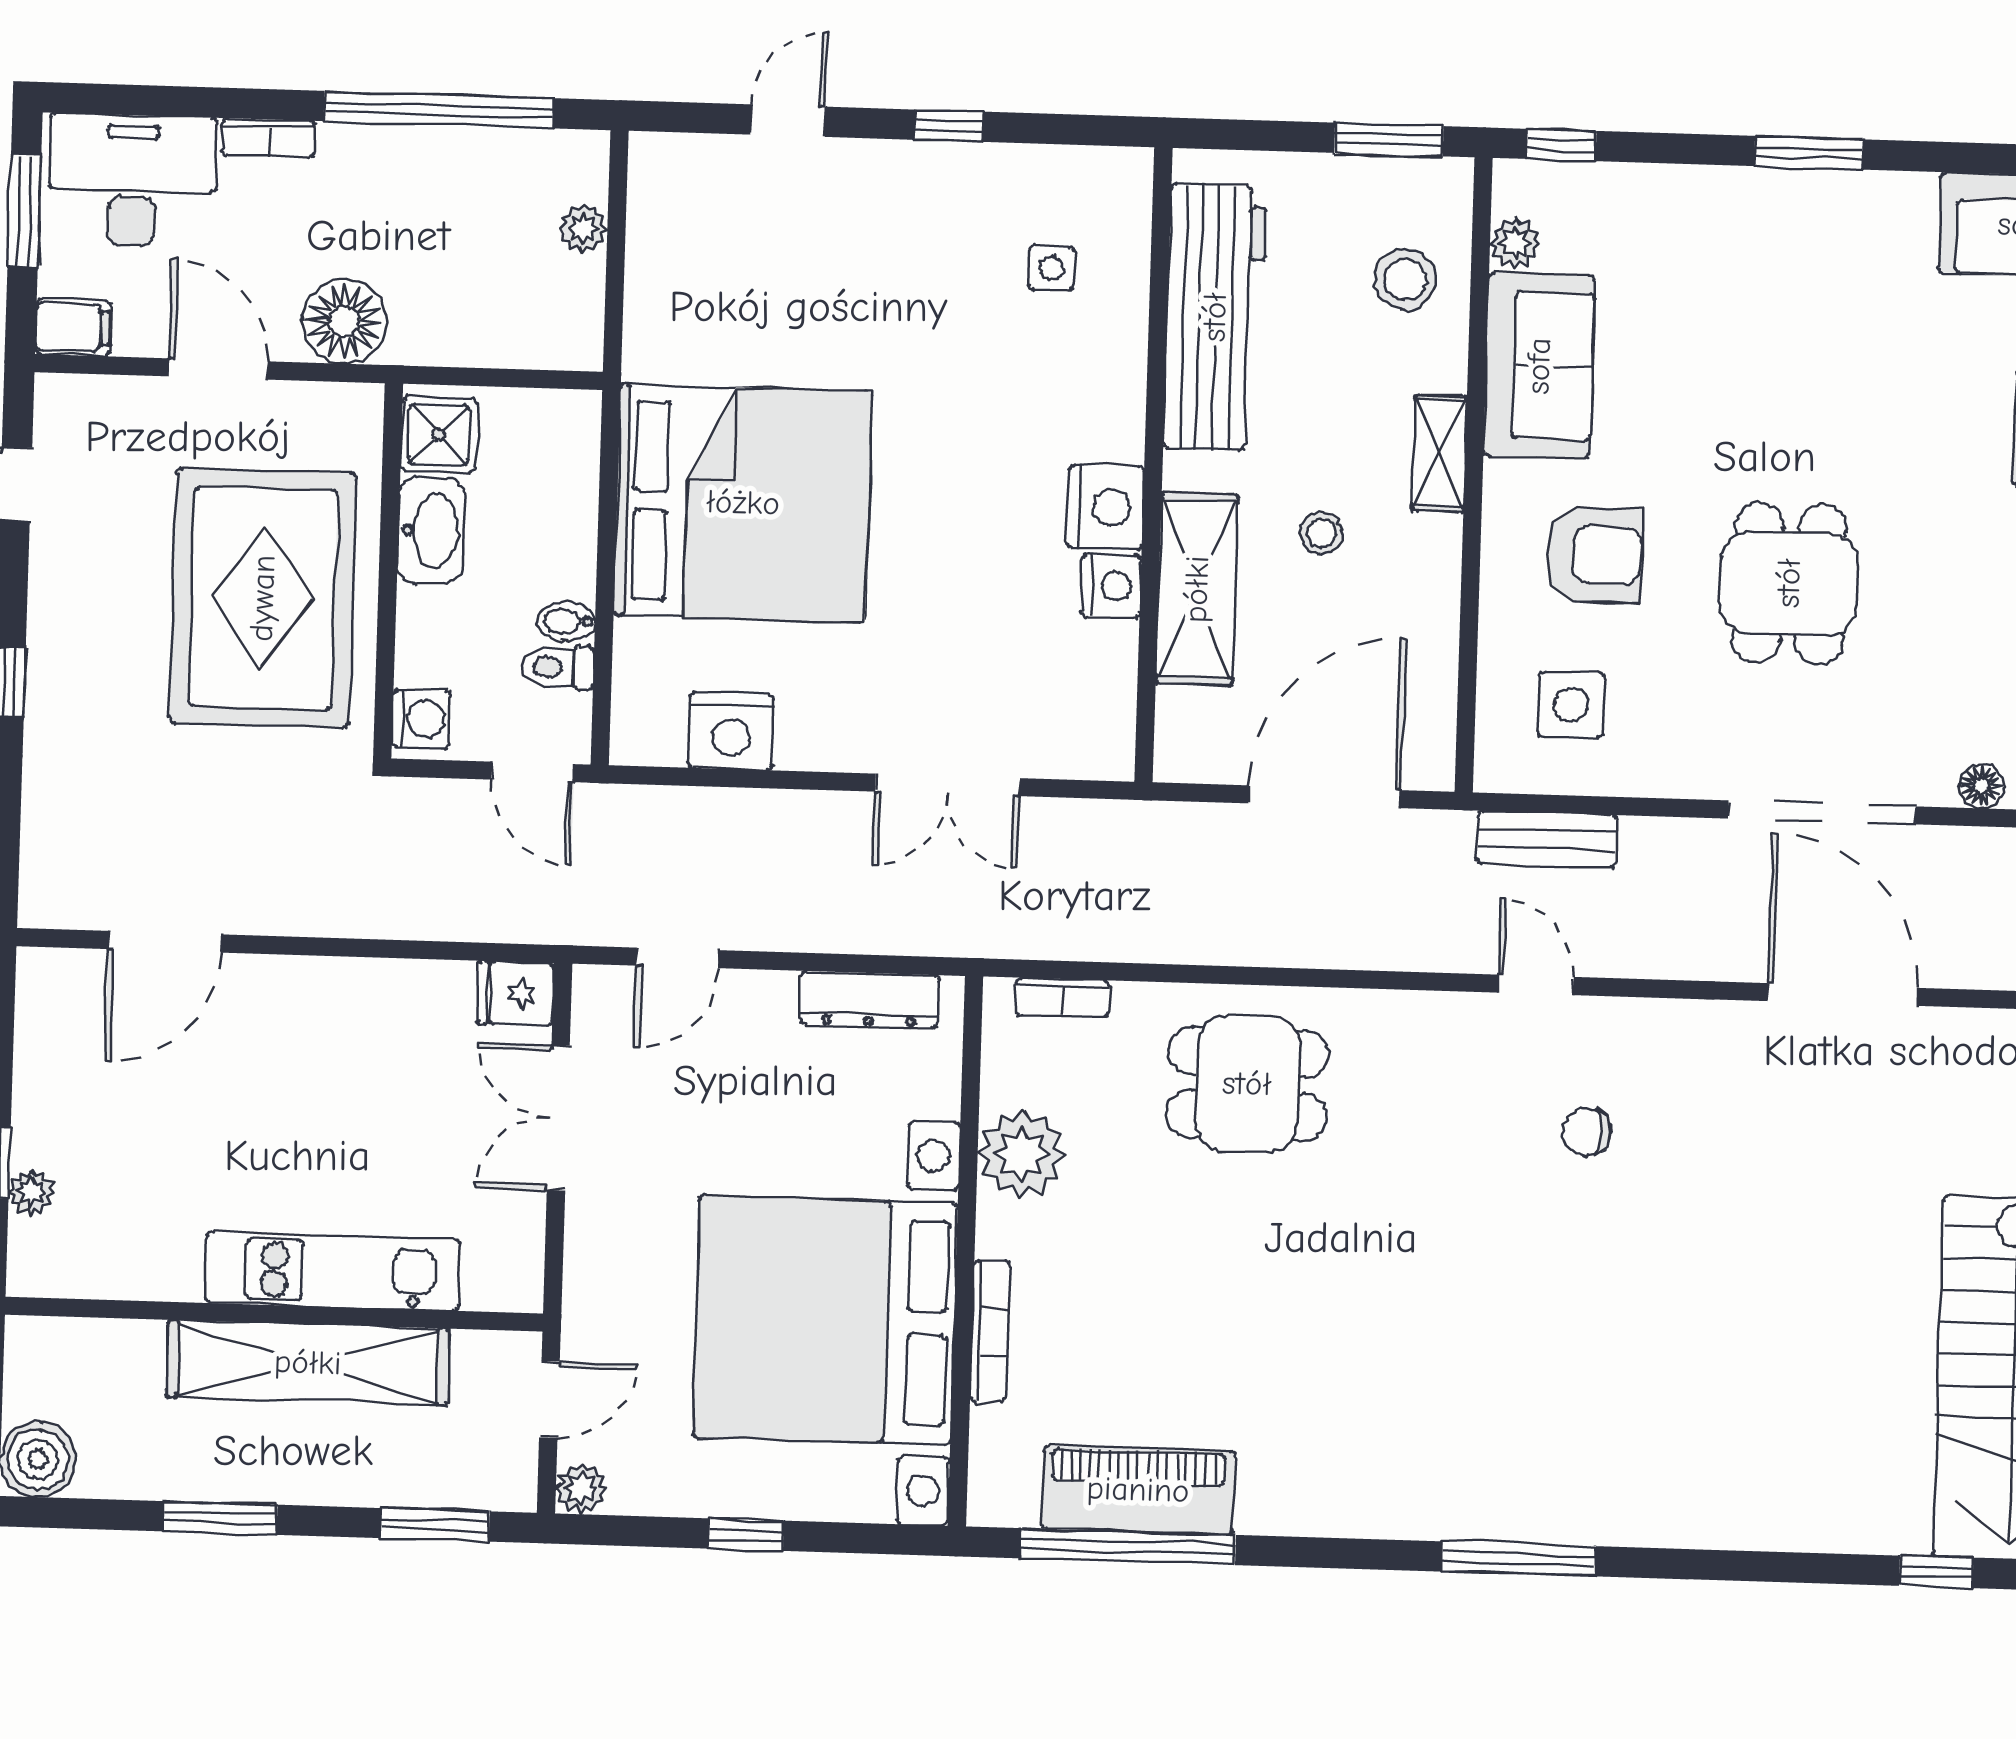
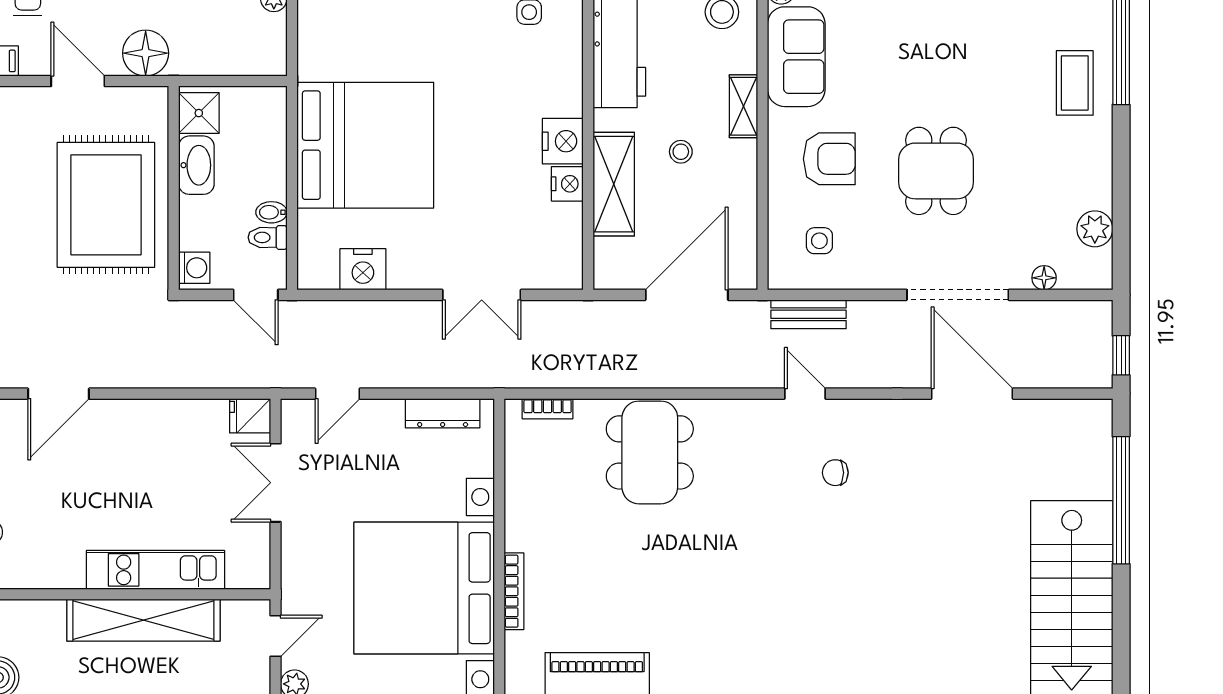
side table: (1571, 705) -> (819, 241), width x0.73, depth x0.73
dining table: (1247, 1084) -> (650, 452), width x1.38
plant: (1022, 1154) -> (528, 494), removed

